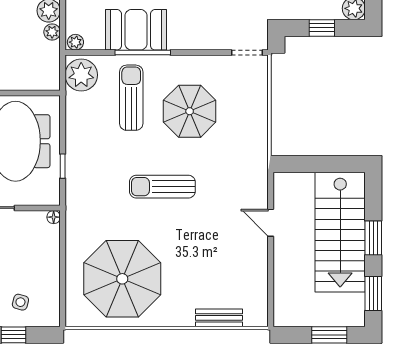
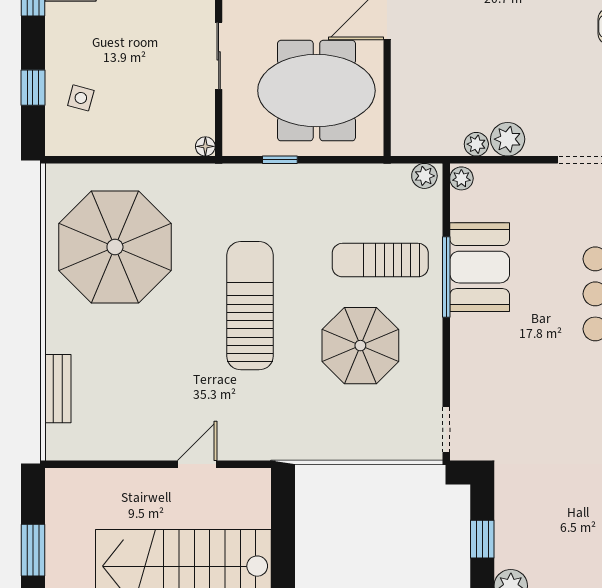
plant: (81, 75) -> (424, 176), width x0.53, depth x0.53
sun lounger: (131, 98) -> (380, 260), turned 180
sun lounger: (162, 187) -> (250, 306), width x1.36, depth x1.34

